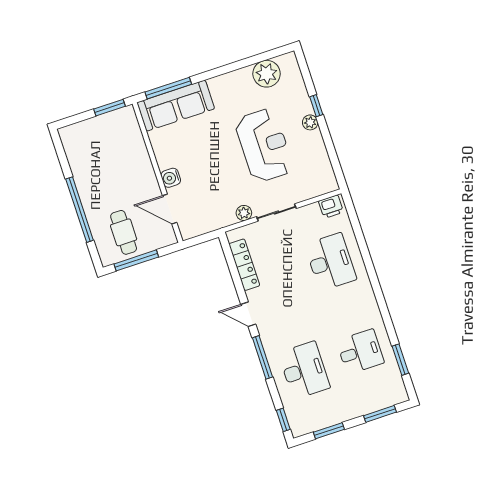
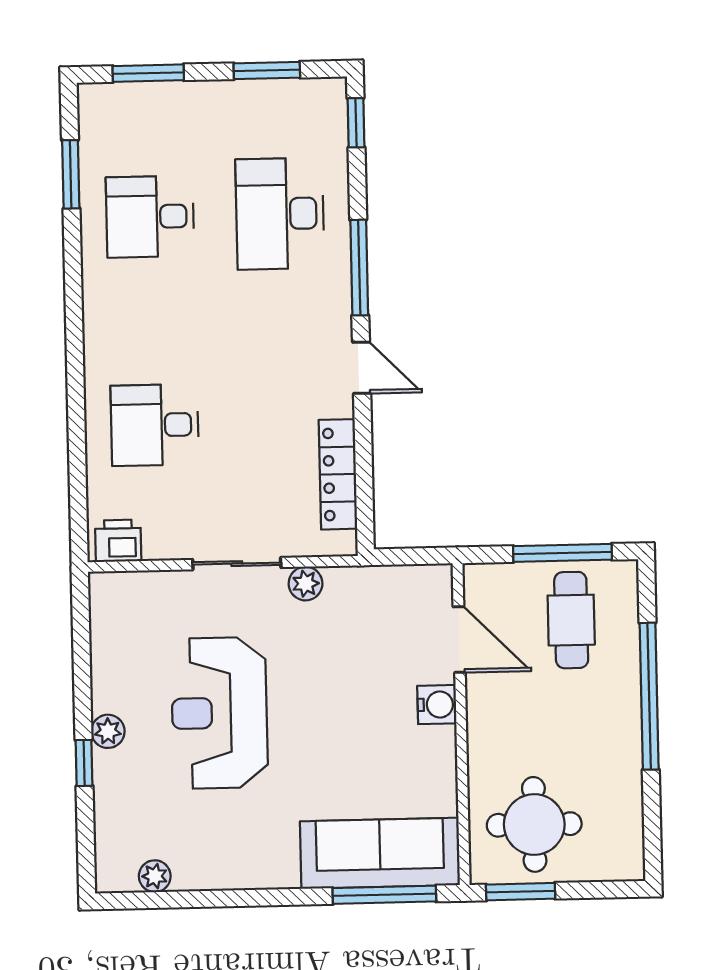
plant: (267, 74) -> (155, 876), width x0.53, depth x0.53
round table: (112, 139) -> (534, 824), added
desk: (331, 262) -> (155, 425), width x0.73

